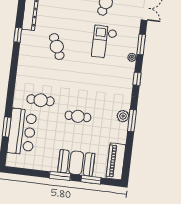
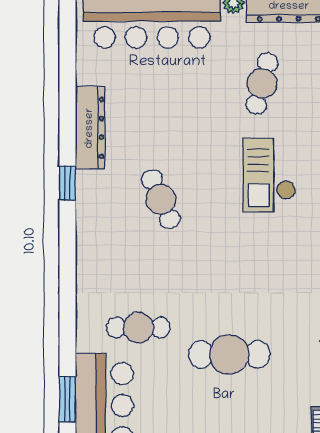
cafe table: (78, 116) -> (229, 354), width x1.37, depth x1.35

